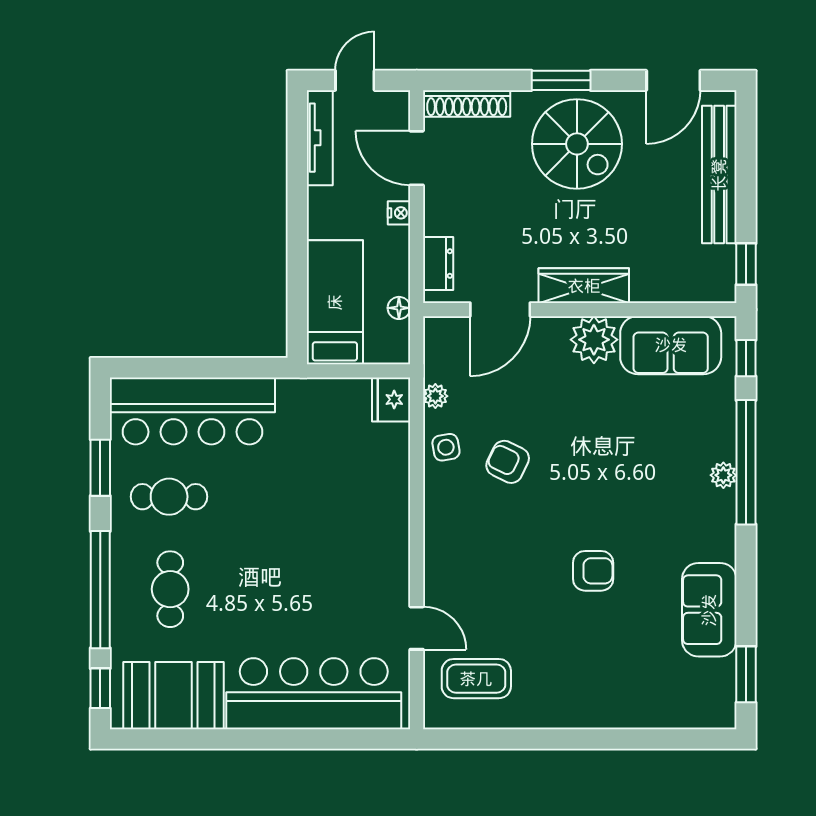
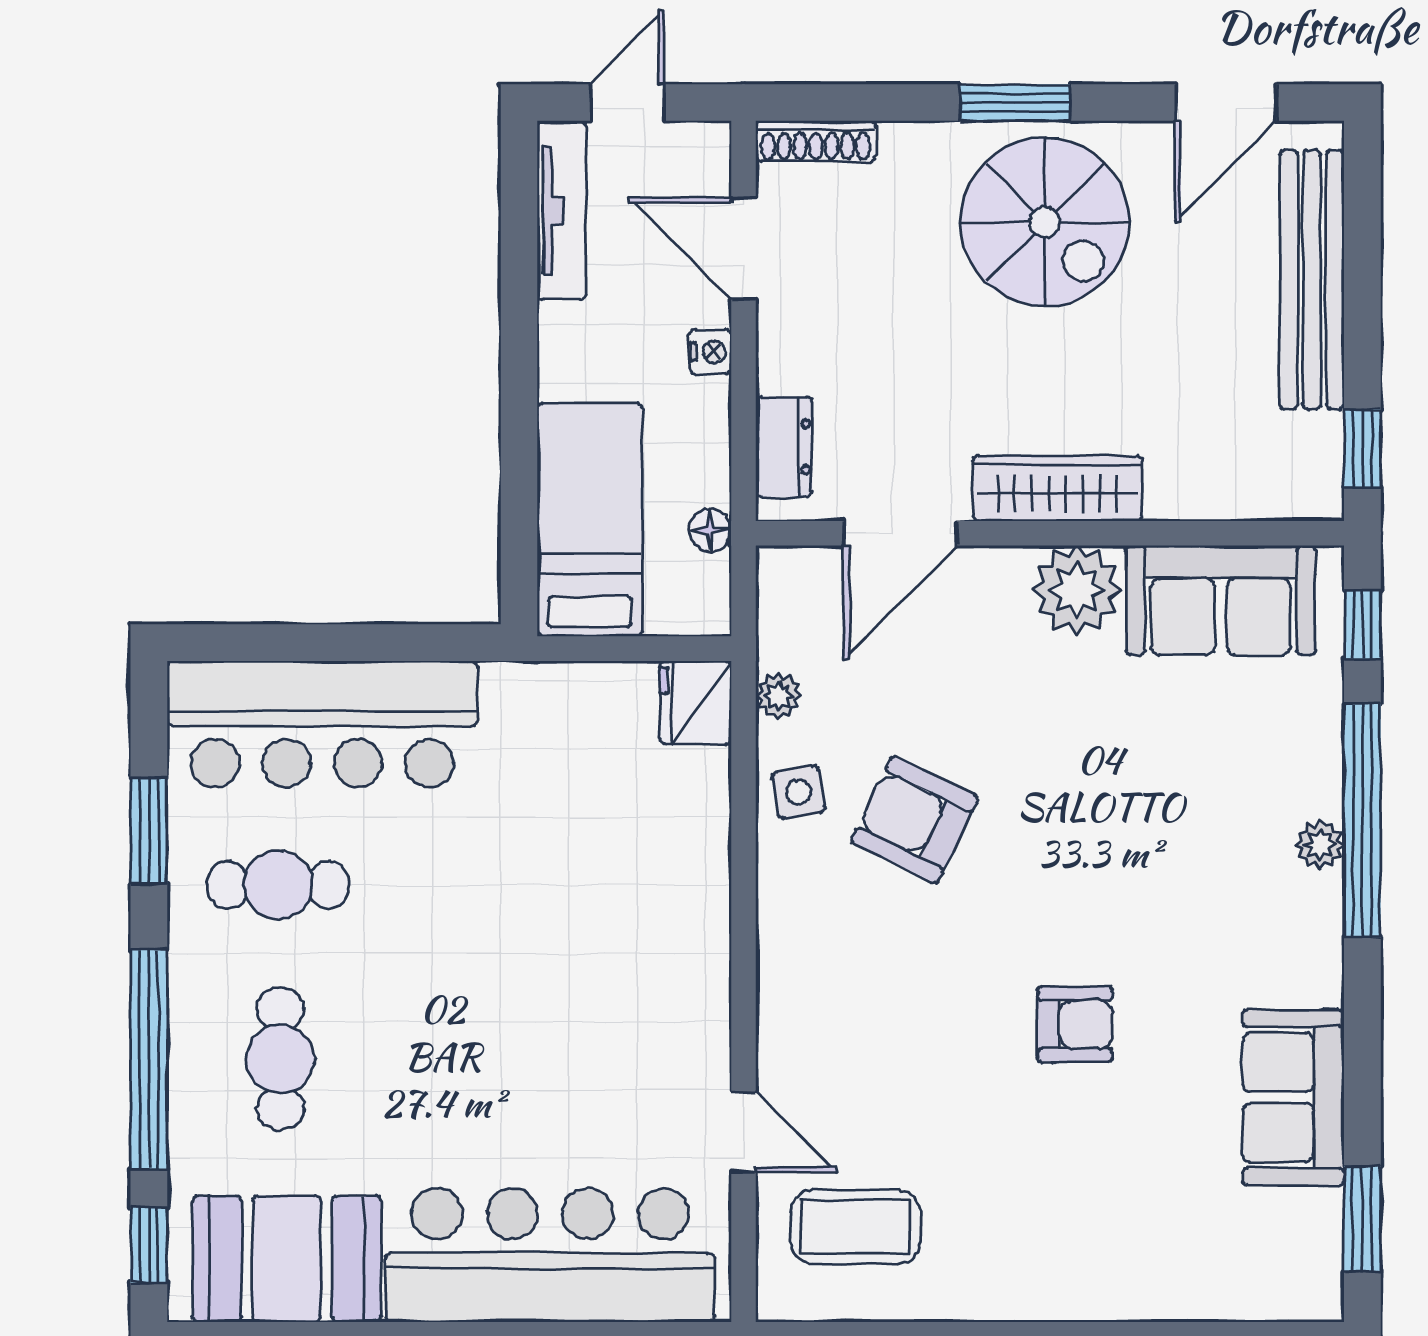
shoe rack: (467, 103) -> (816, 141), width x0.74, depth x0.81
armchair: (508, 462) -> (915, 820), width x1.38, depth x1.38

